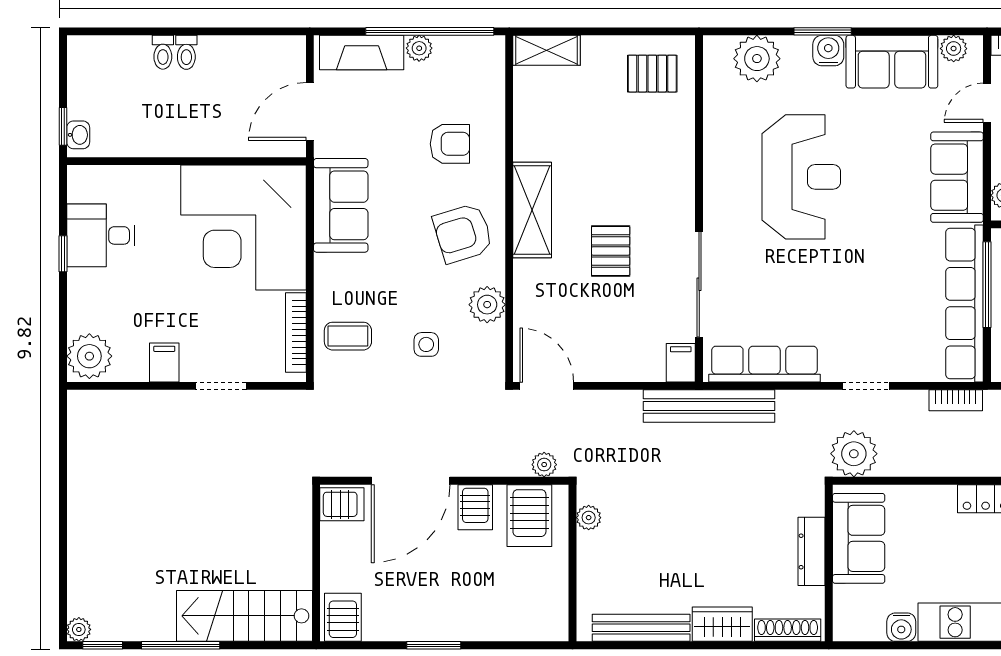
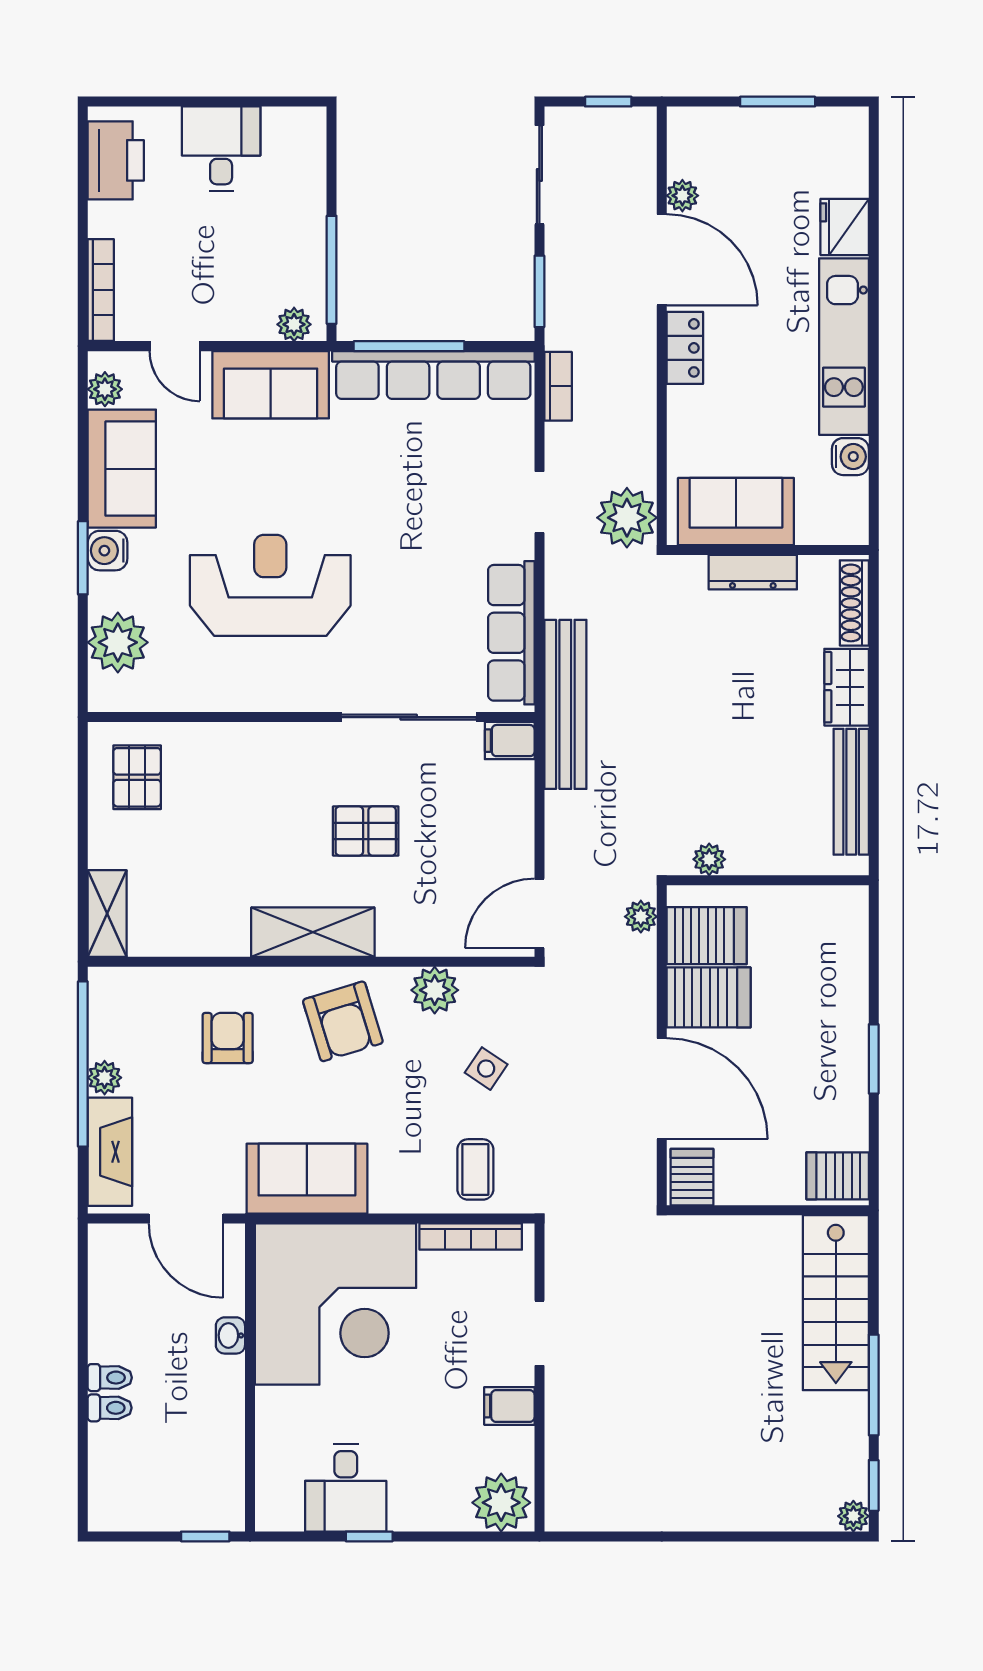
washbasin: (78, 135) -> (230, 1335), moved, turned -90
side table: (426, 344) -> (486, 1069), turned 34
server rack: (475, 507) -> (709, 997), width x1.36, depth x1.44

